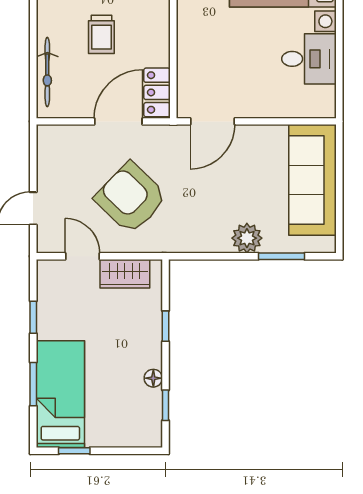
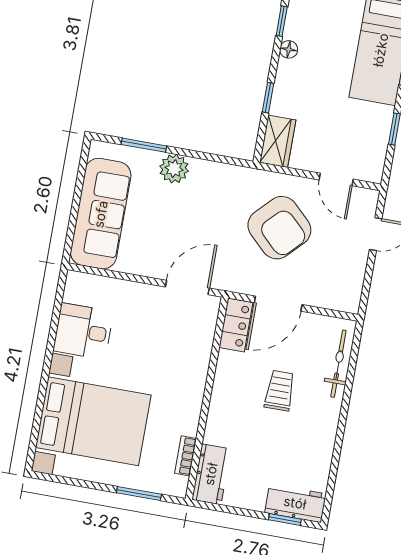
wardrobe: (125, 274) -> (278, 141), moved, turned 90

